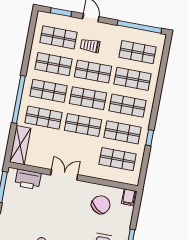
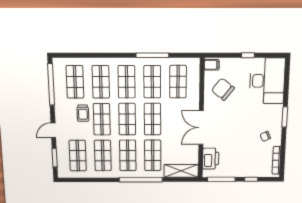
trolley: (90, 46) -> (83, 113), moved
window: (150, 138) -> (152, 55), width x2.17
double door: (64, 175) -> (201, 128), width x1.37

